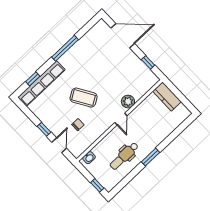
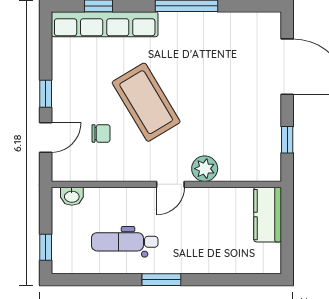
coffee table: (84, 98) -> (146, 102), width x1.36, depth x1.32

